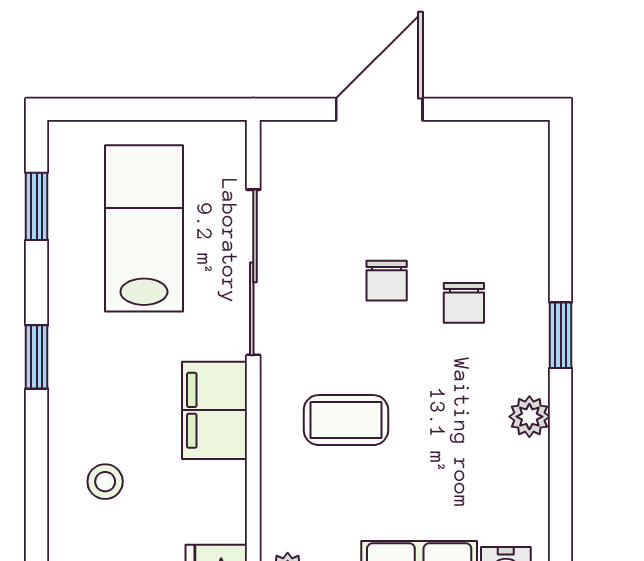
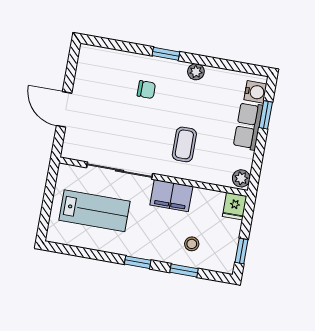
window: (37, 206) -> (184, 270), moved
lab bench: (144, 228) -> (94, 211), turned 180
chair: (387, 281) -> (132, 119), removed

